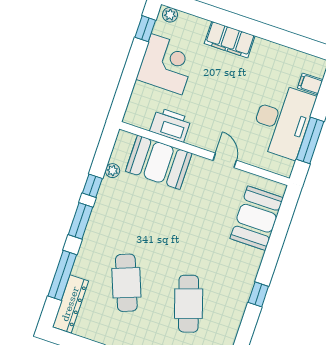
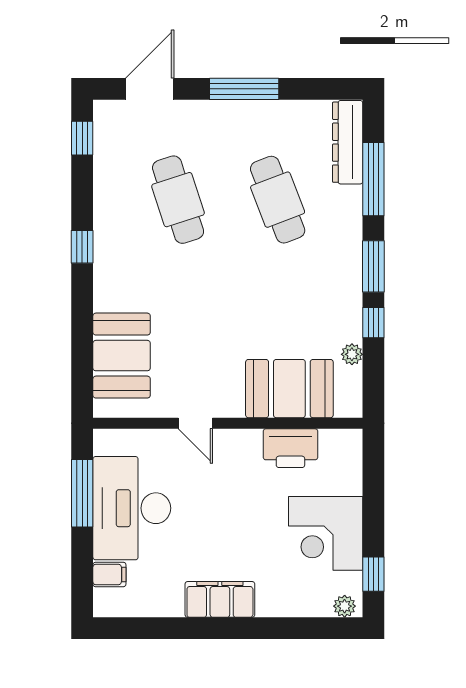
filing cabinet: (230, 40) -> (220, 599), moved

